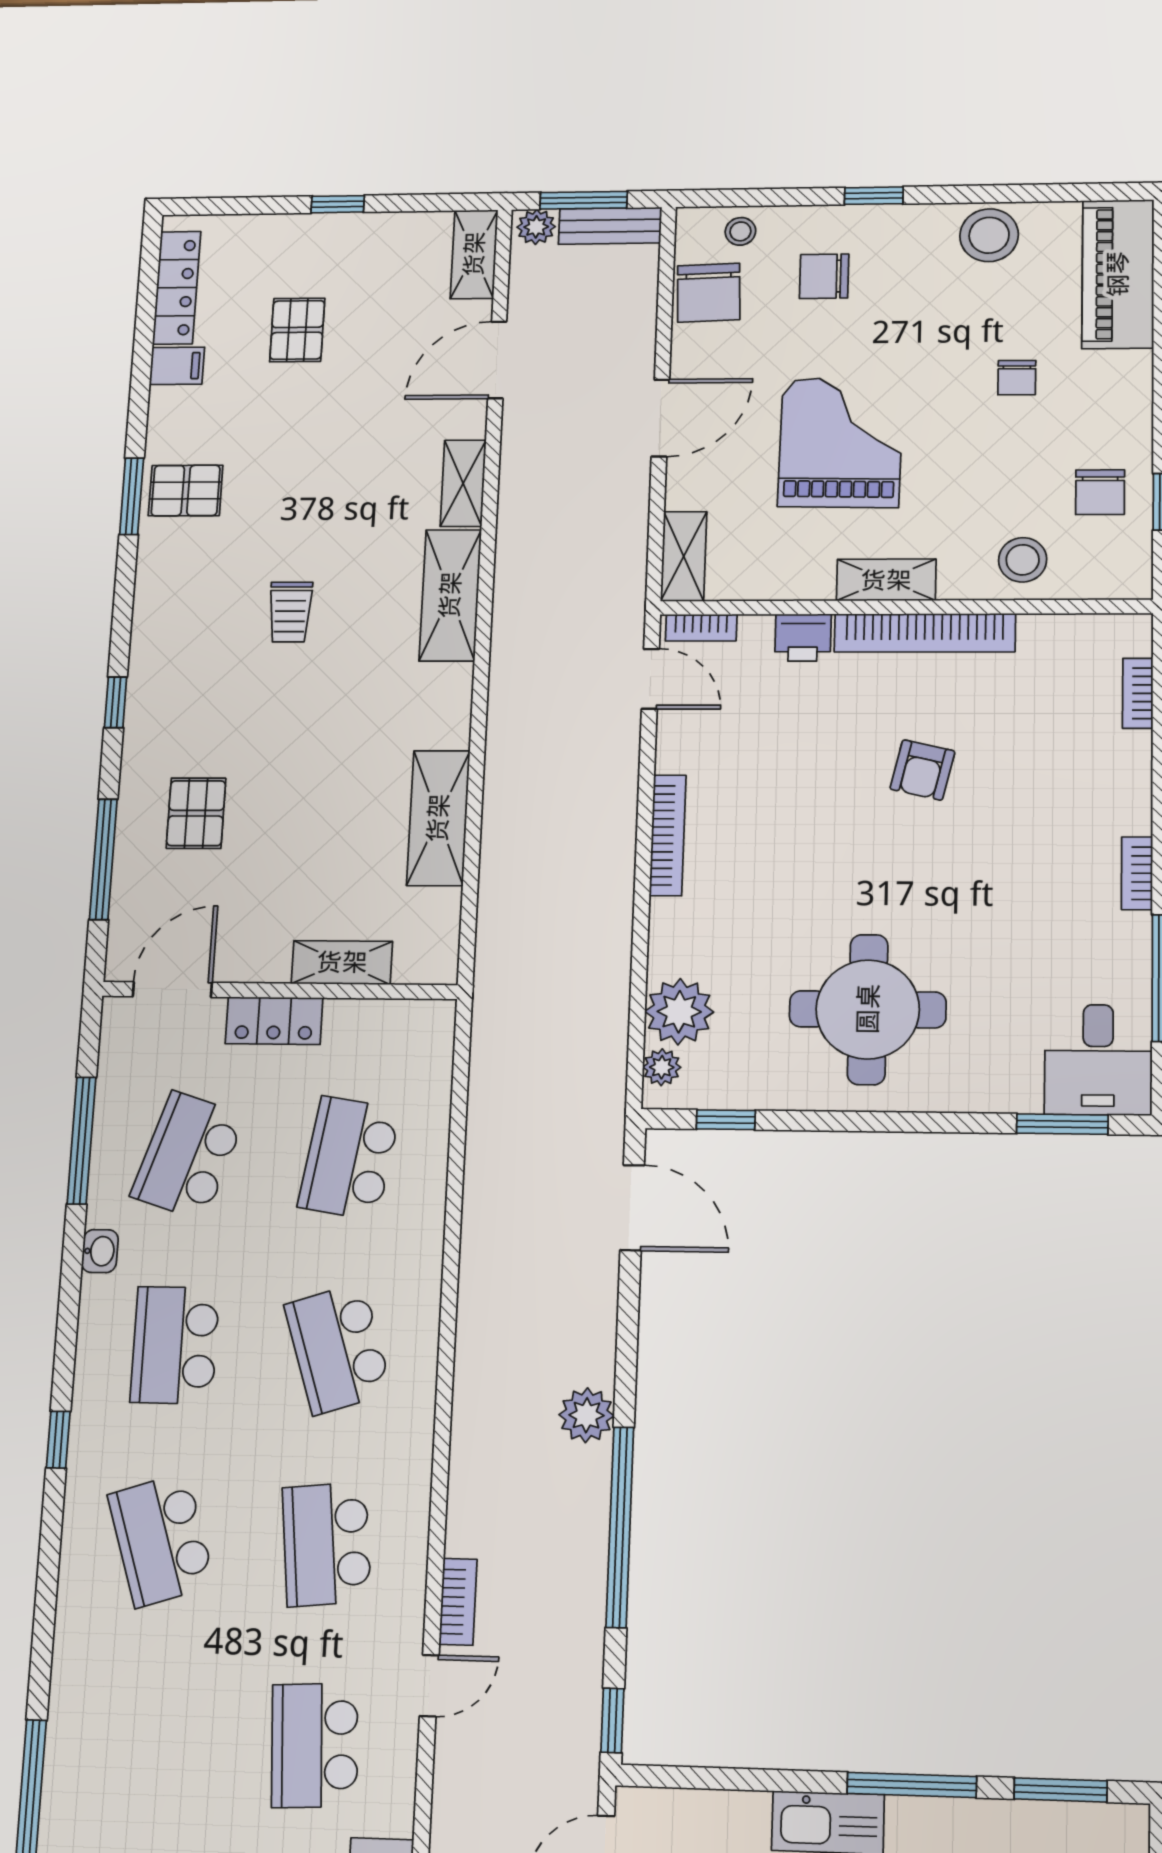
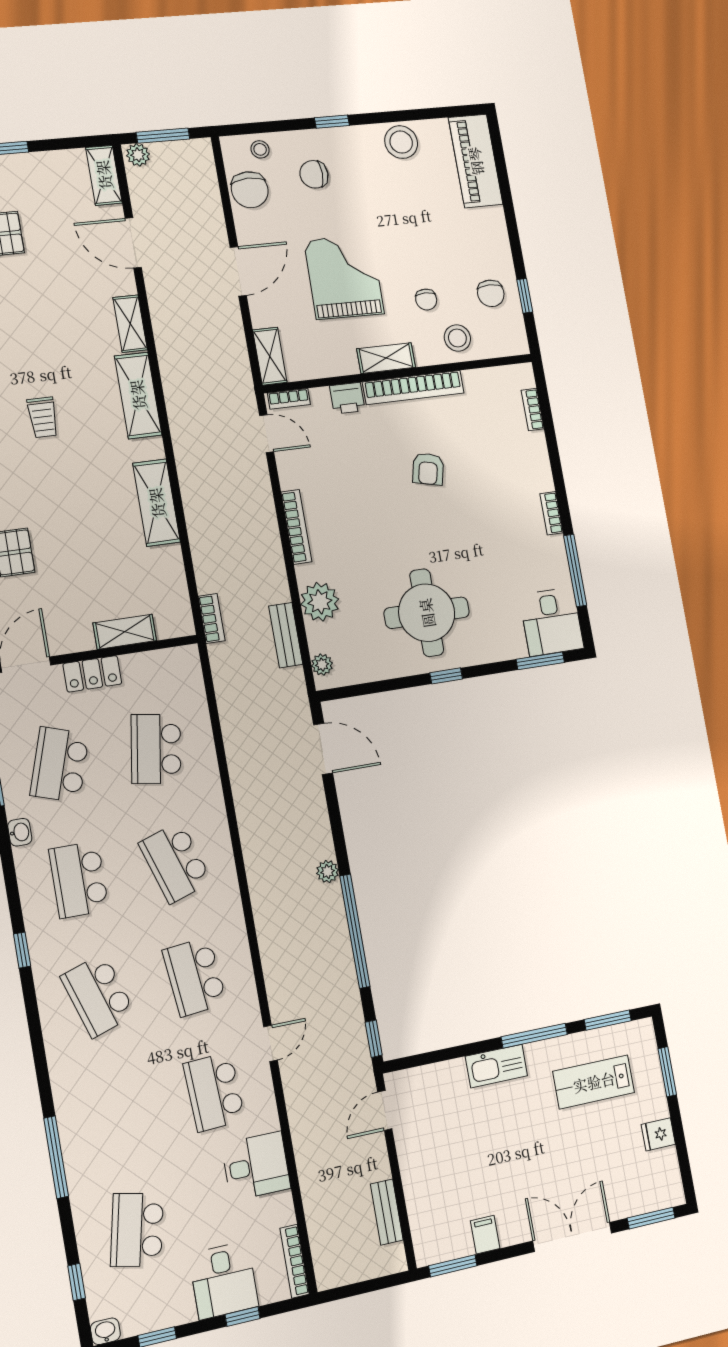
bench: (610, 226) -> (286, 635), moved, turned 90
door: (497, 360) -> (133, 243), hinge flipped
chair: (1017, 378) -> (426, 300), moved
shelving: (438, 818) -> (157, 503), moved
plant: (679, 1012) -> (320, 602), moved
window: (726, 1120) -> (446, 676), moved
plant: (586, 1415) -> (328, 872), width x0.73, depth x0.73
bookcase: (458, 1602) -> (212, 618), moved

